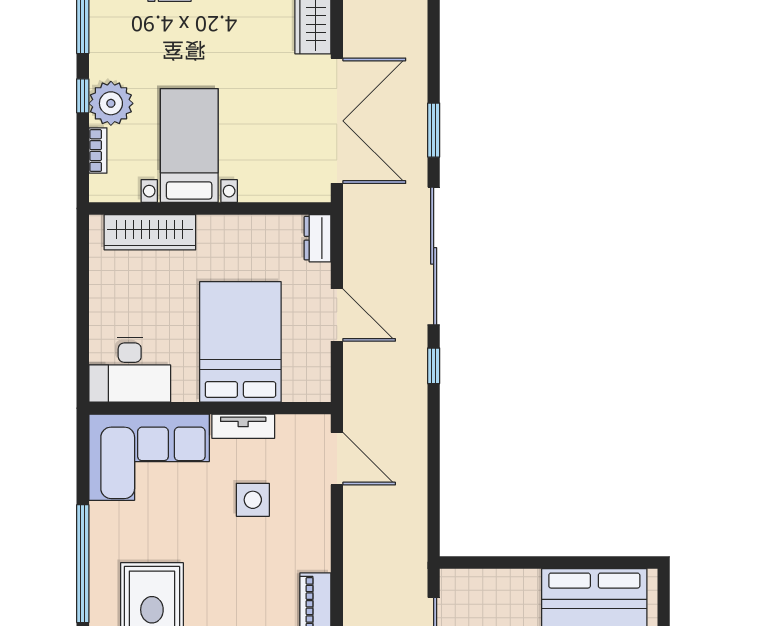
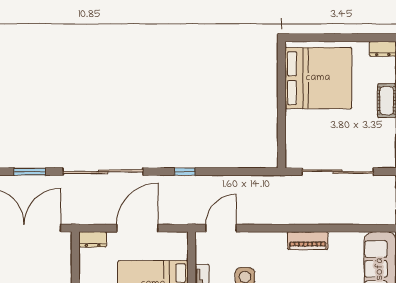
door: (337, 315) -> (137, 228), width x1.36
window: (434, 366) -> (185, 172), moved

